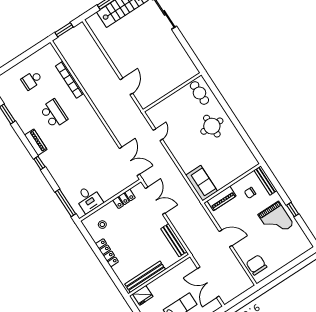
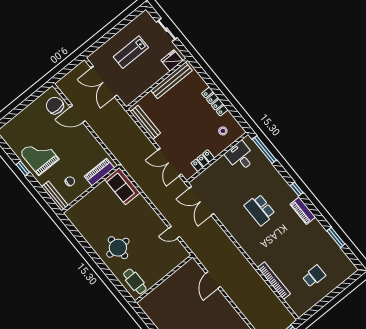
school desk: (54, 114) -> (260, 210), moved
door: (158, 135) -> (174, 232), hinge flipped
door: (226, 239) -> (78, 114), moved
chair: (256, 265) -> (55, 106), turned 180
double door: (208, 282) -> (104, 82), swing flipped

